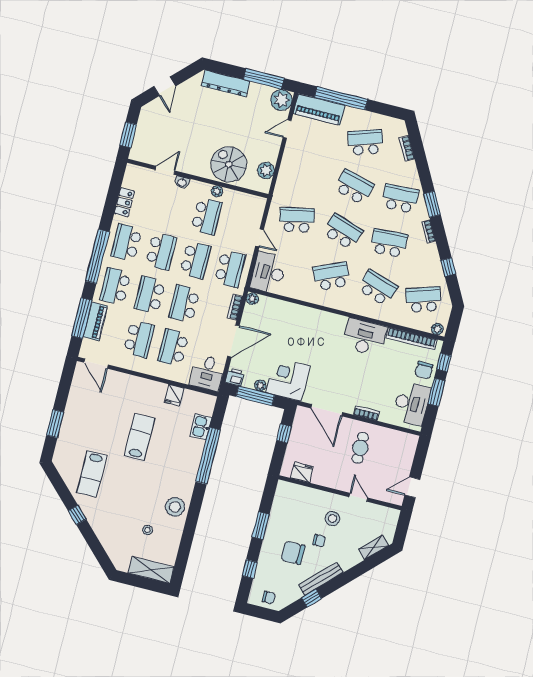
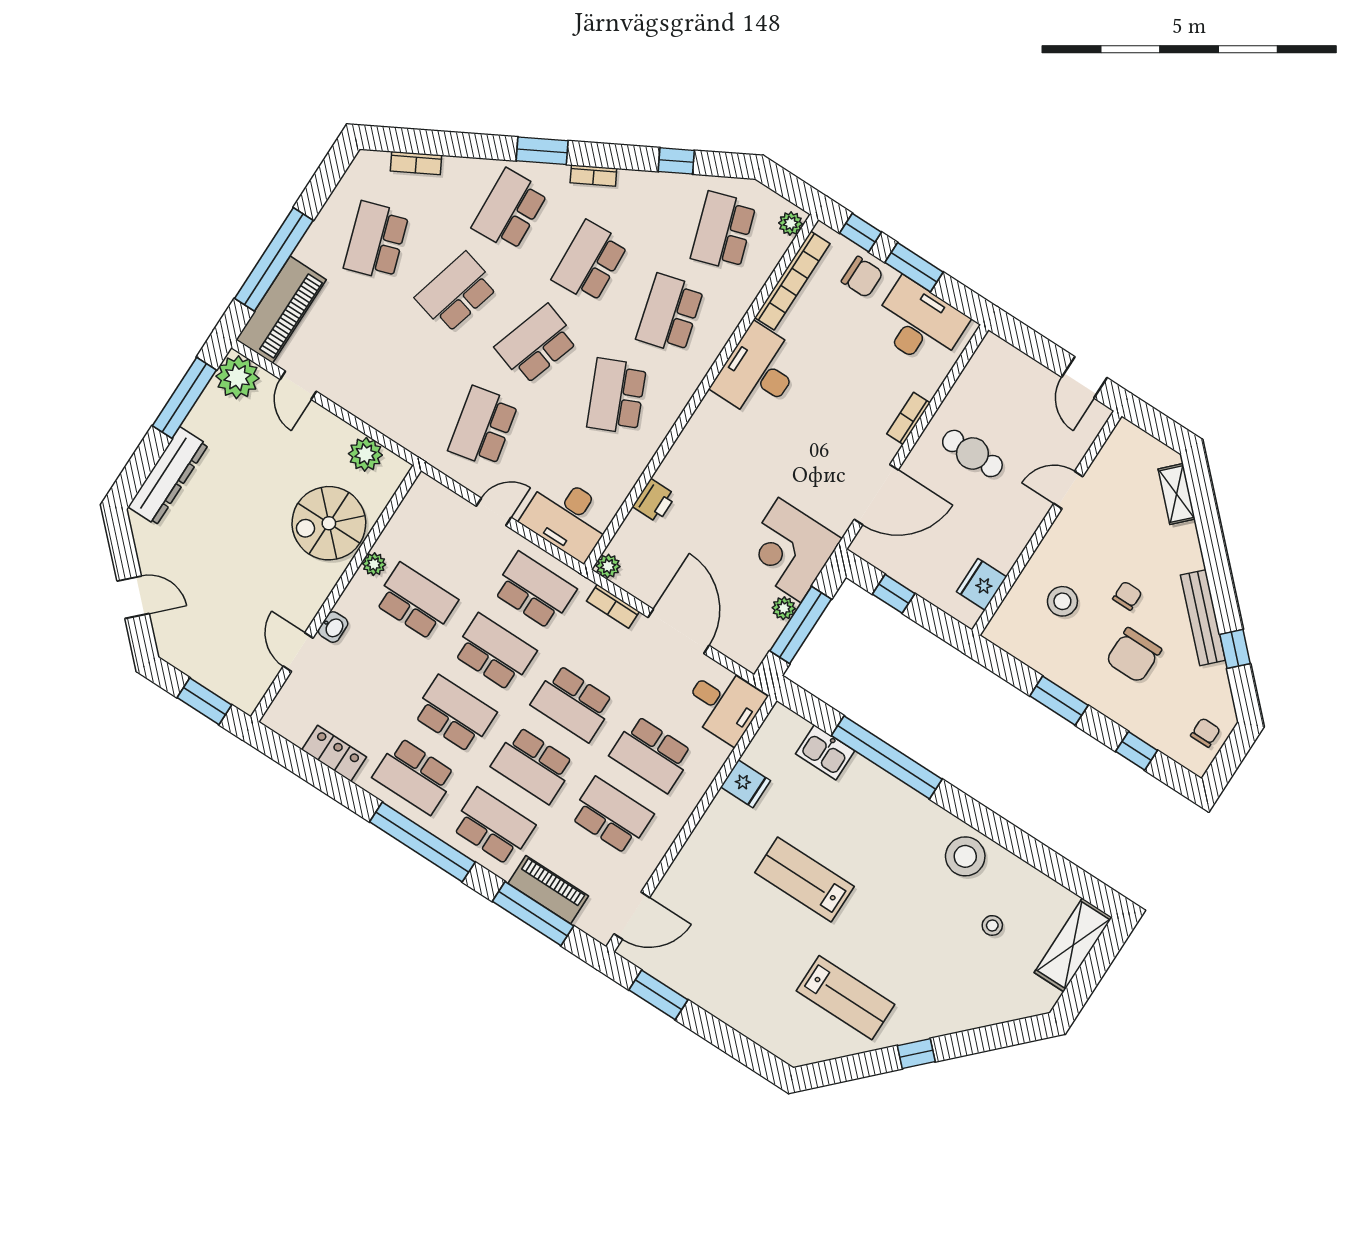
school desk: (115, 286) -> (493, 827), turned 180
school desk: (377, 288) -> (670, 314), turned -33
printer: (235, 377) -> (654, 501), moved, turned 180
window: (55, 424) -> (658, 995), moved
stool: (332, 519) -> (1062, 601), moved

